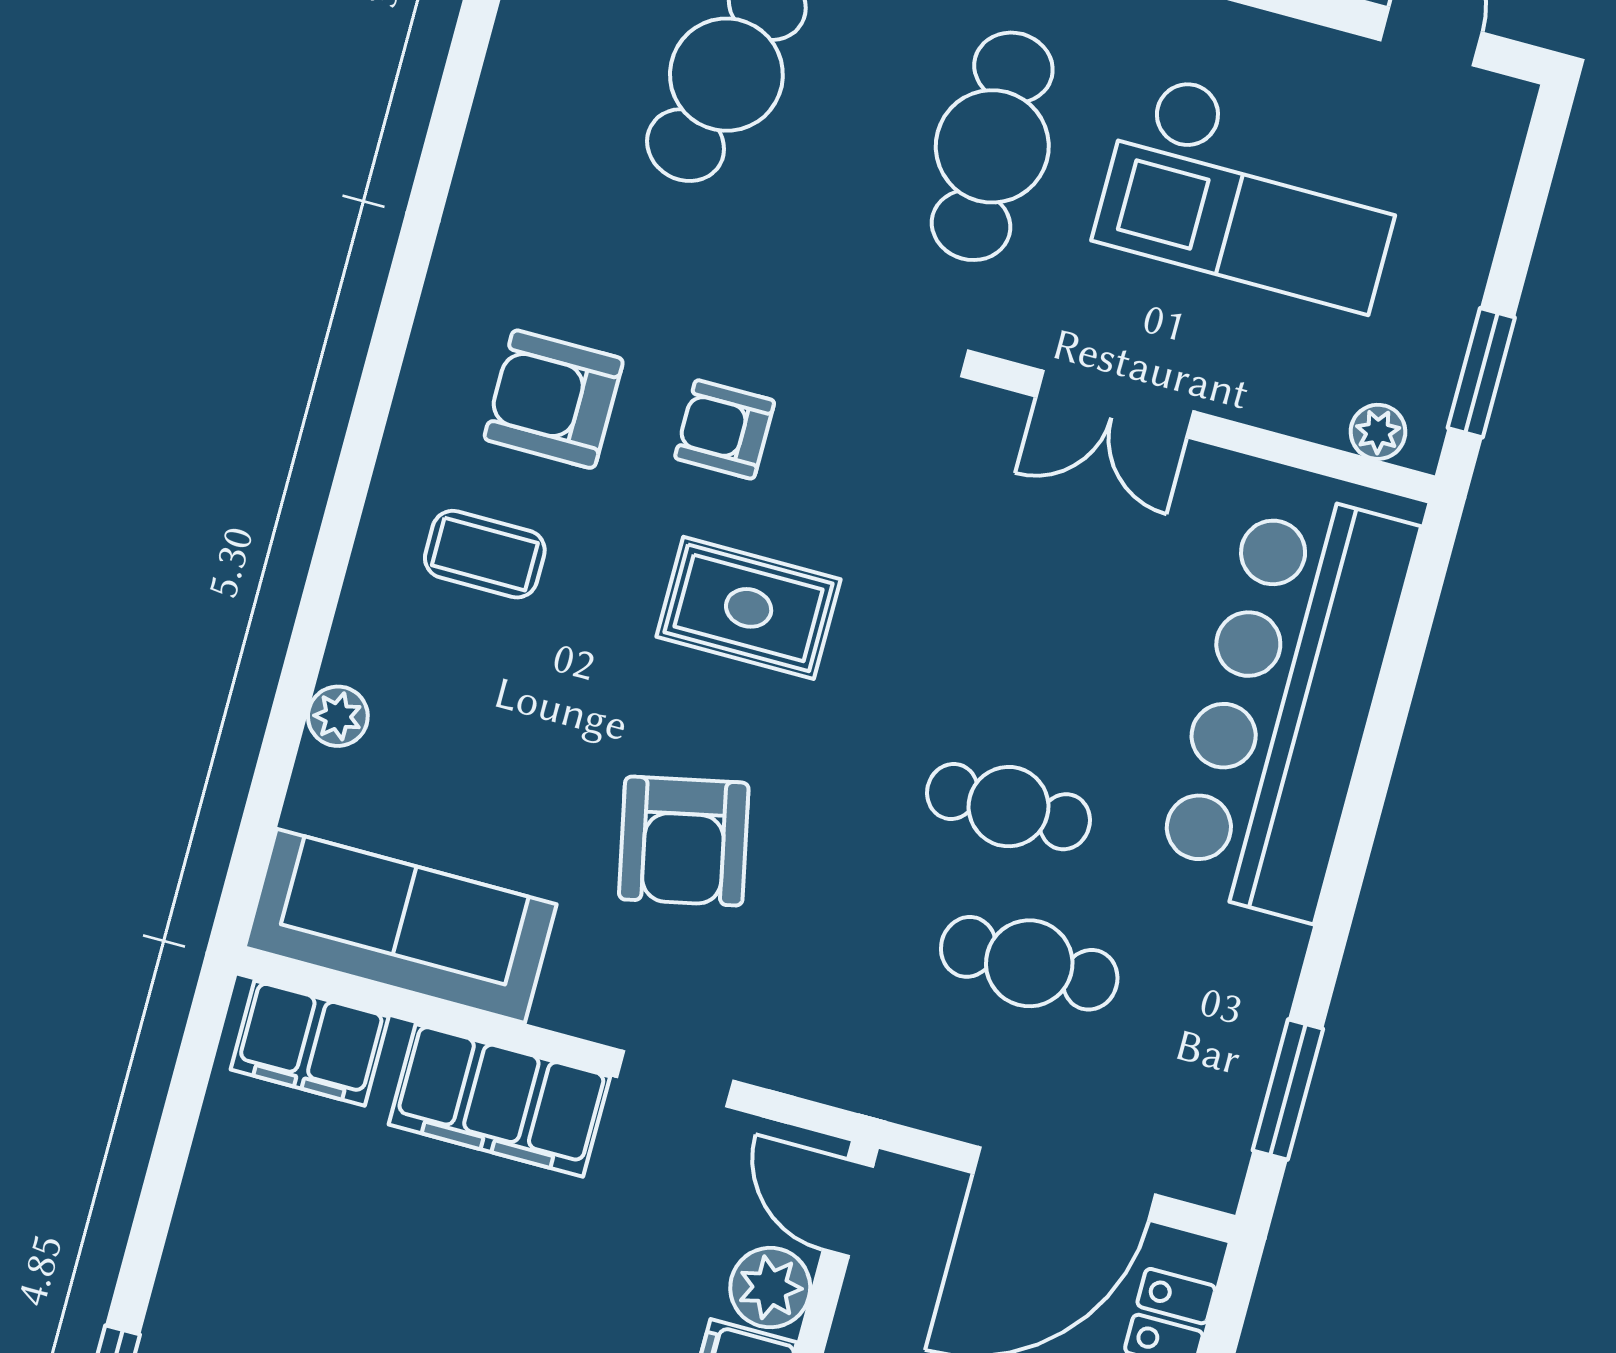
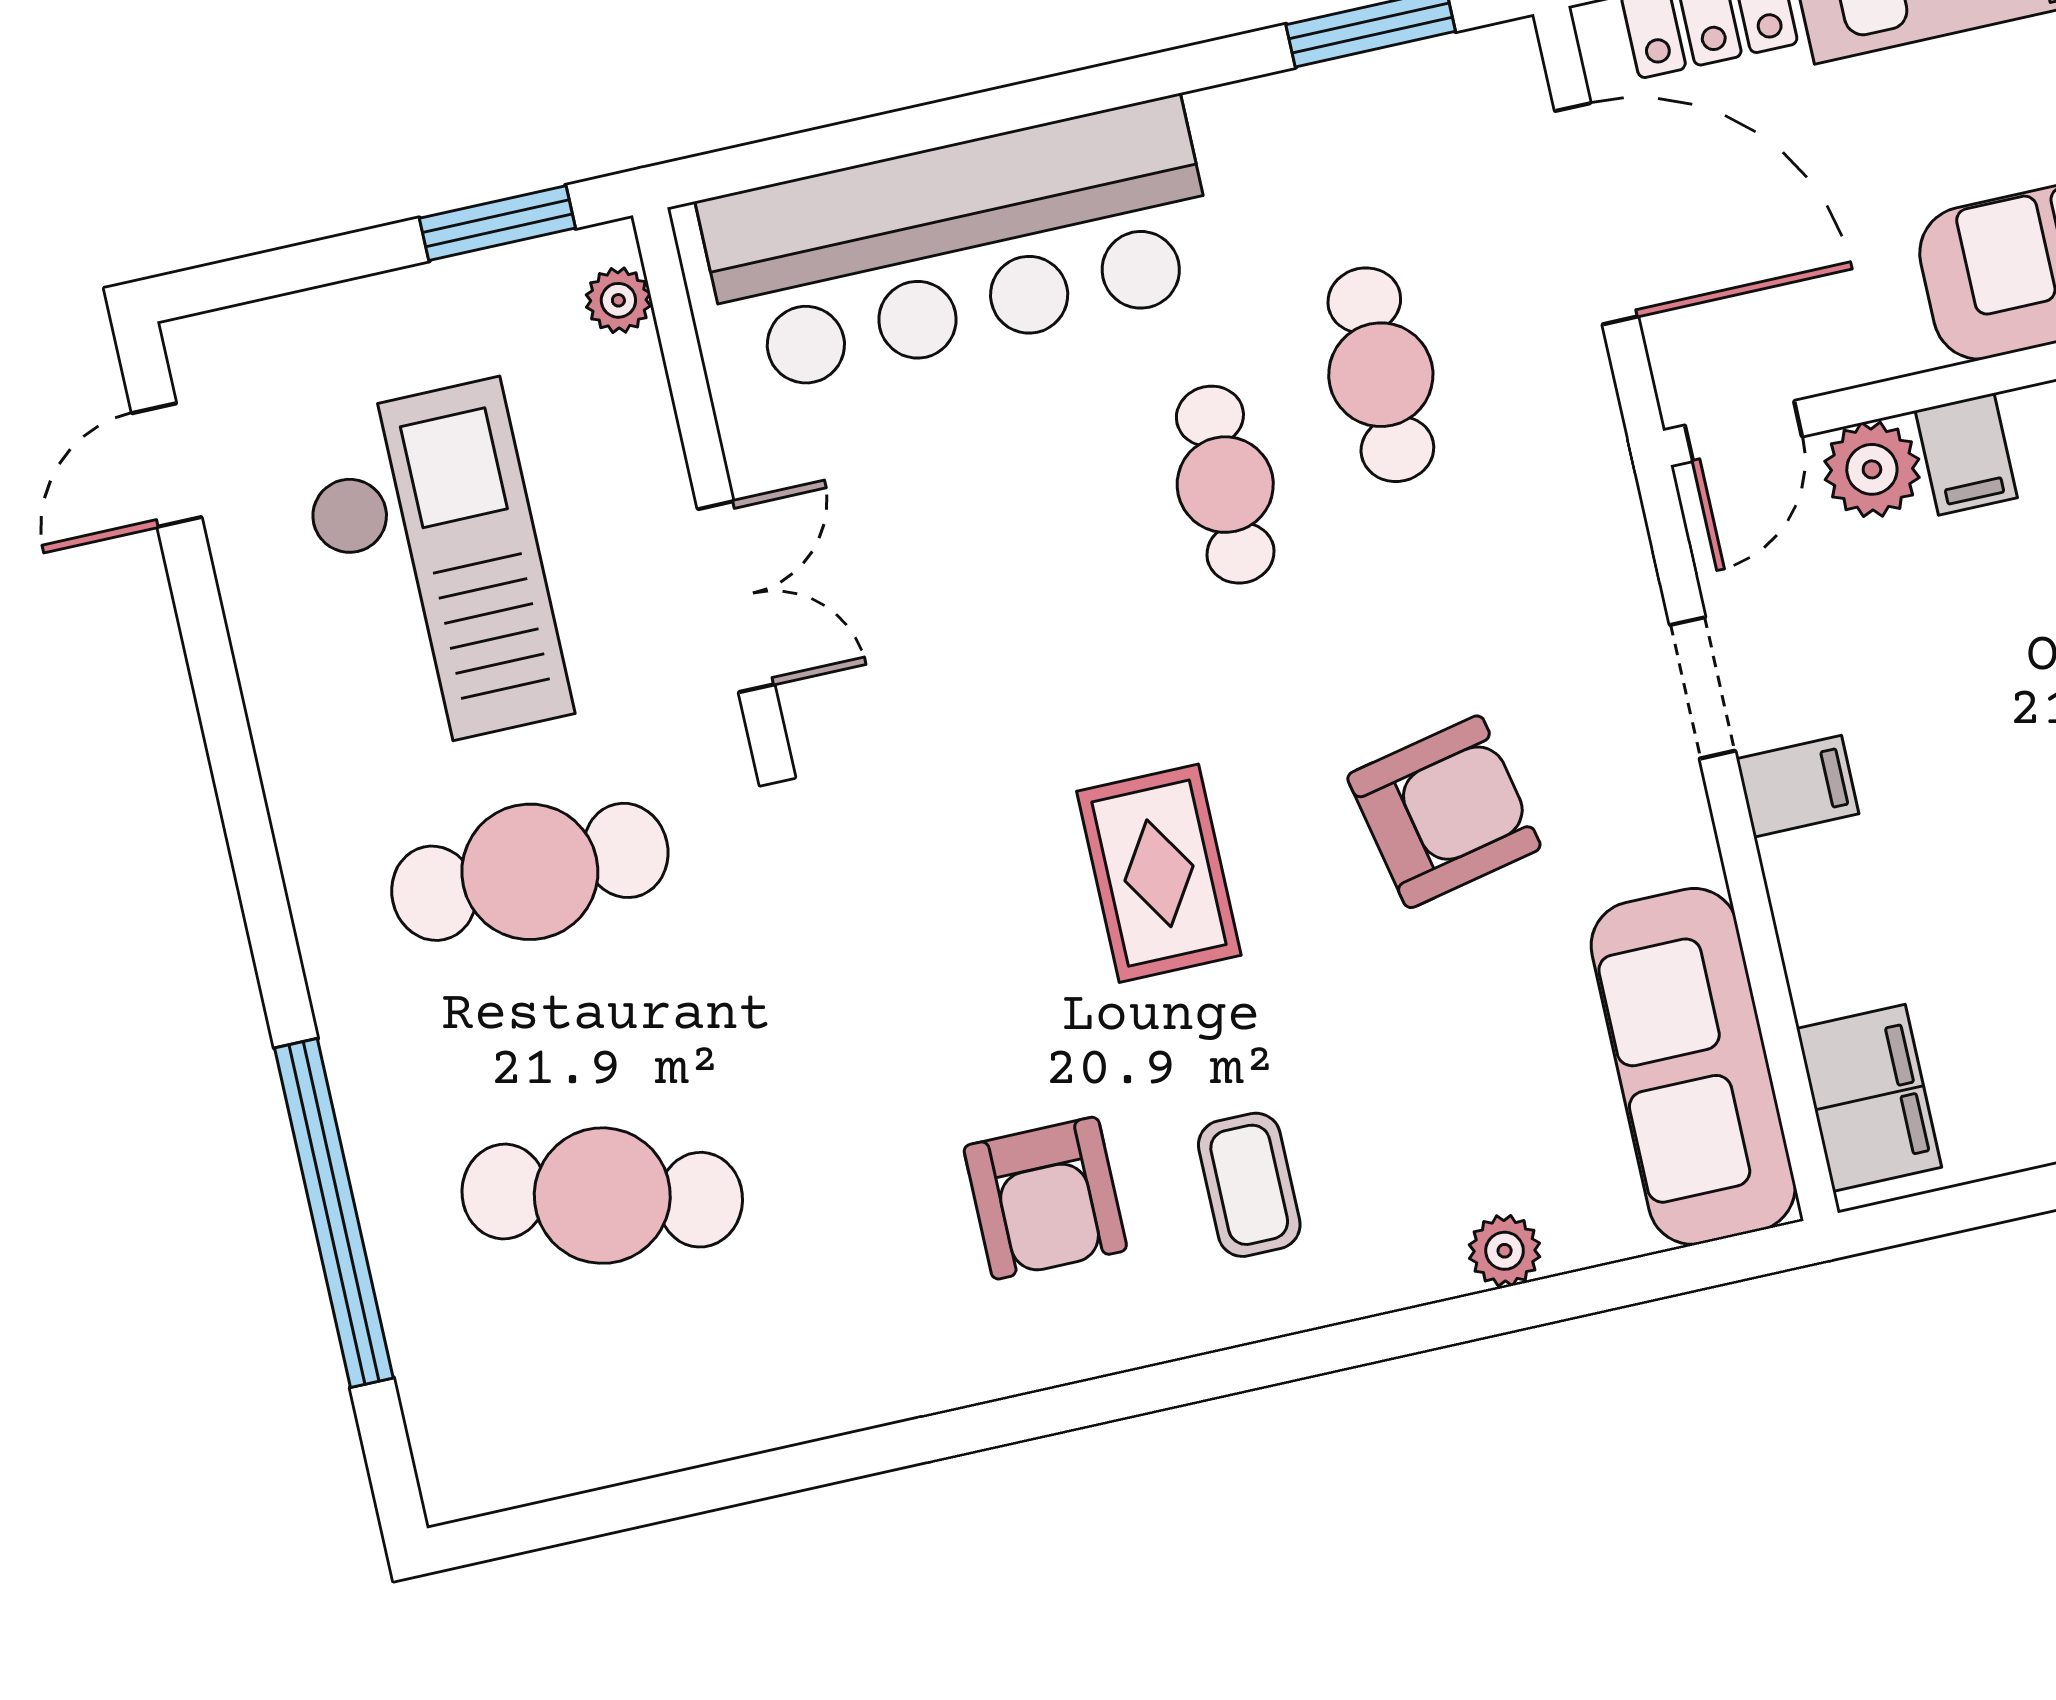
armchair: (725, 429) -> (982, 999), removed
filing cabinet: (499, 1100) -> (1798, 786), width x0.33, depth x0.86

